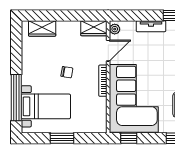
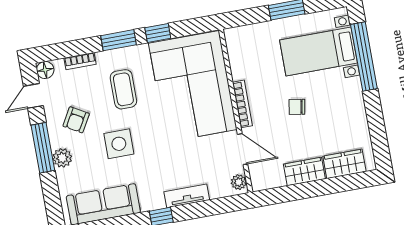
wardrobe: (94, 28) -> (304, 171), moved
door: (108, 51) -> (243, 149), swing flipped
window: (129, 138) -> (158, 33), moved

